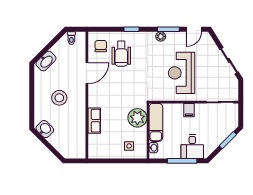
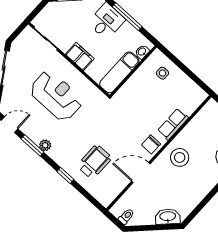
chair: (101, 46) -> (151, 144), moved
reception desk: (182, 73) -> (56, 96), turned -90
stool: (59, 98) -> (180, 157), moved
filing cabinet: (189, 110) -> (80, 56), width x2.00
plant: (137, 118) -> (132, 91), removed

